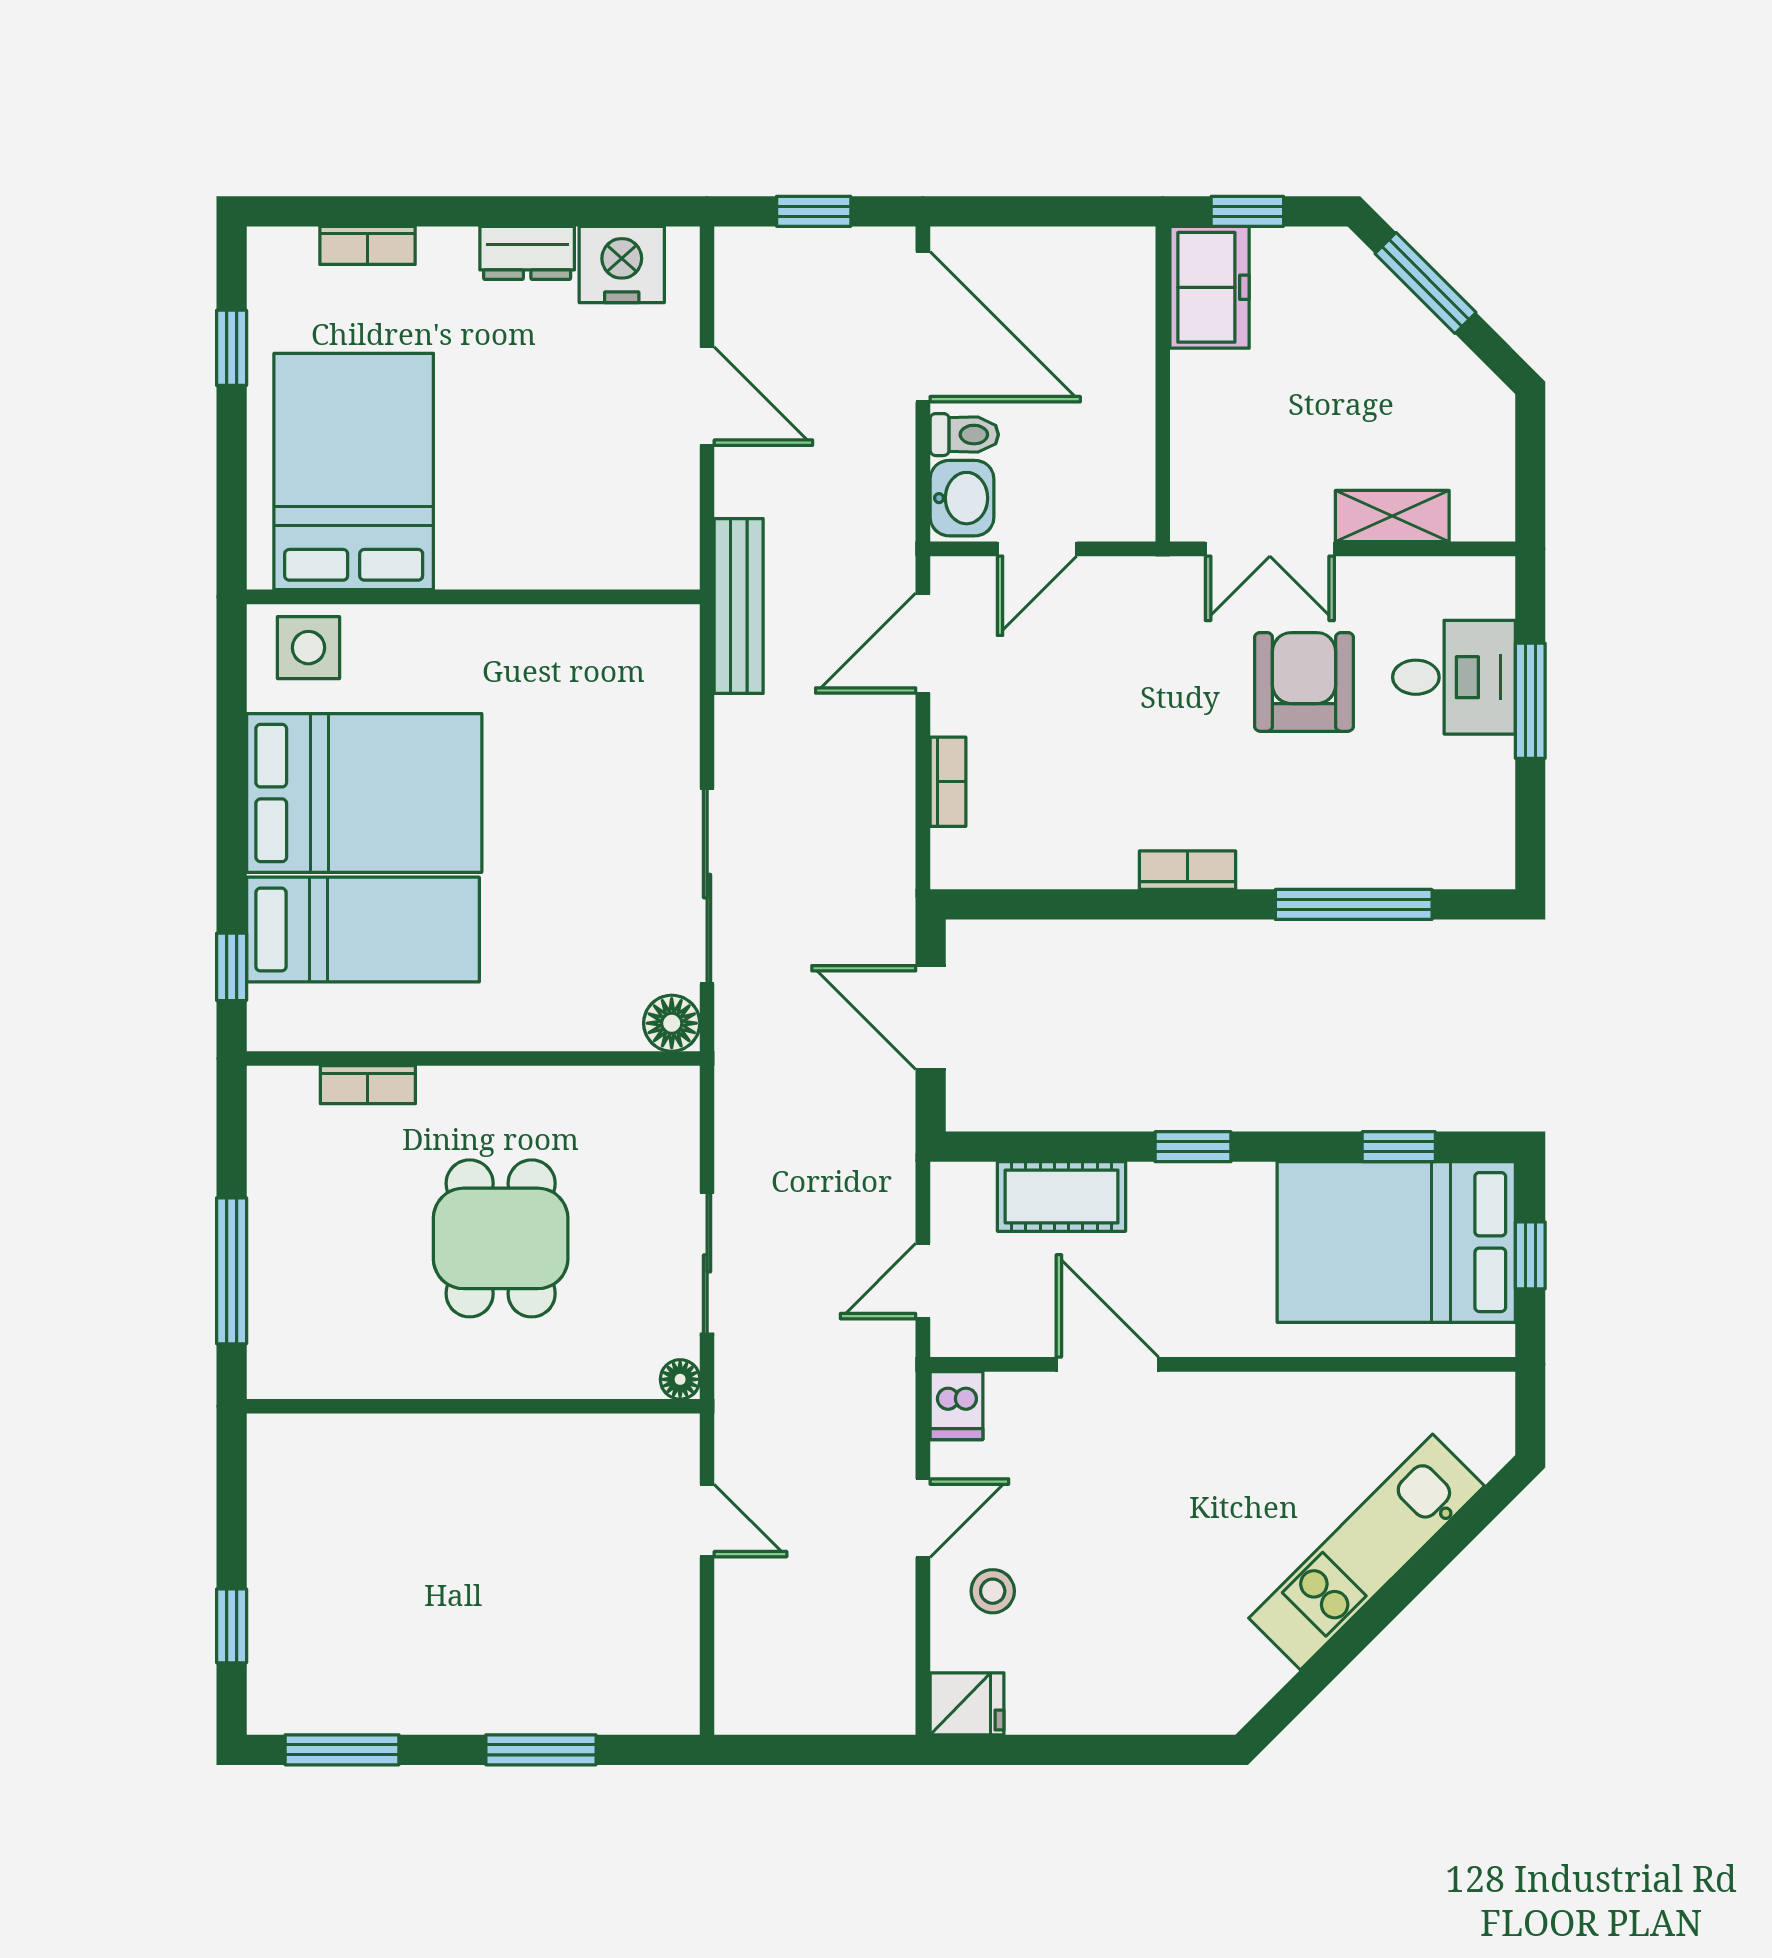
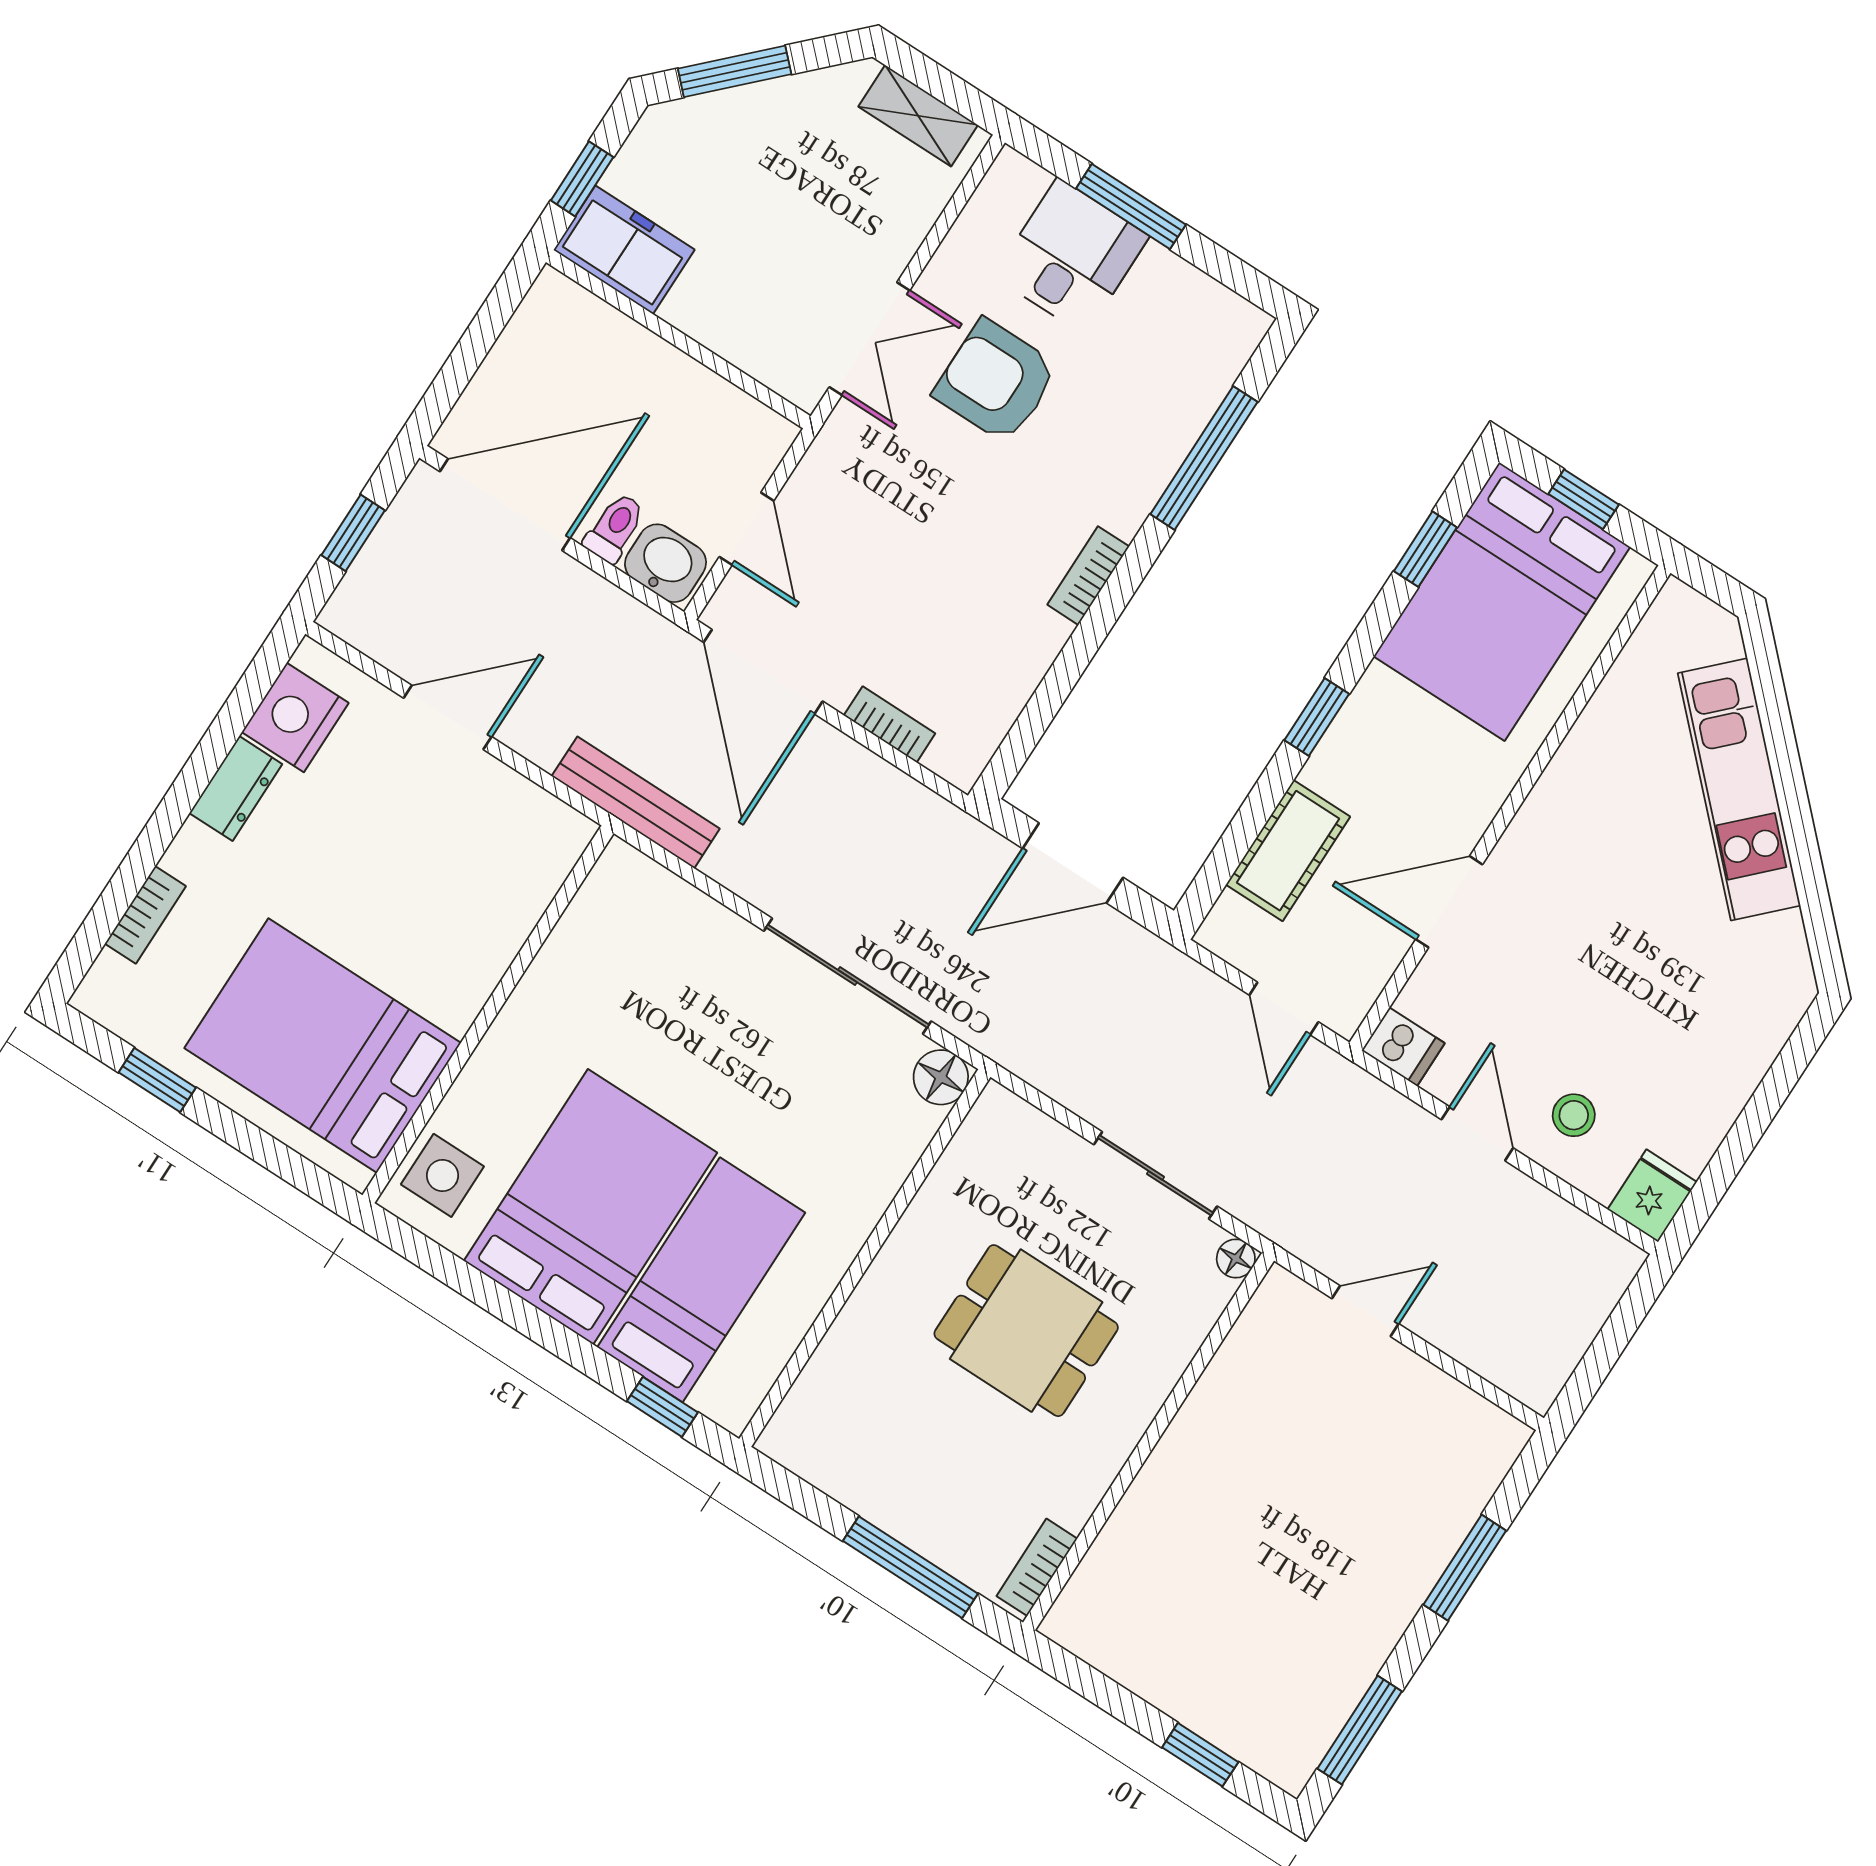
shelving: (1392, 516) -> (918, 116), moved, turned 90
door: (923, 643) -> (763, 672), width x1.36
bookcase: (368, 1085) -> (1037, 1567), moved, turned 180

